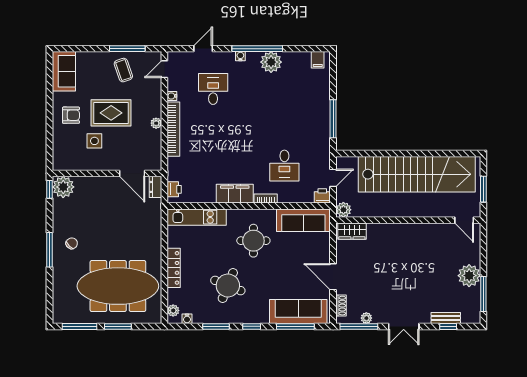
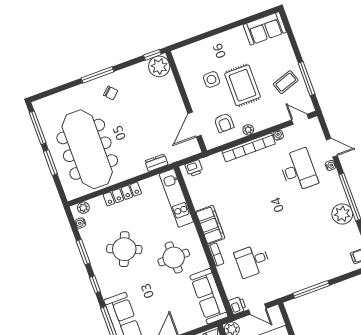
water cooler: (240, 56) -> (330, 165), moved
desk: (213, 89) -> (298, 170), width x1.37
armchair: (71, 115) -> (224, 123), moved
dresser: (156, 187) -> (156, 163), moved

